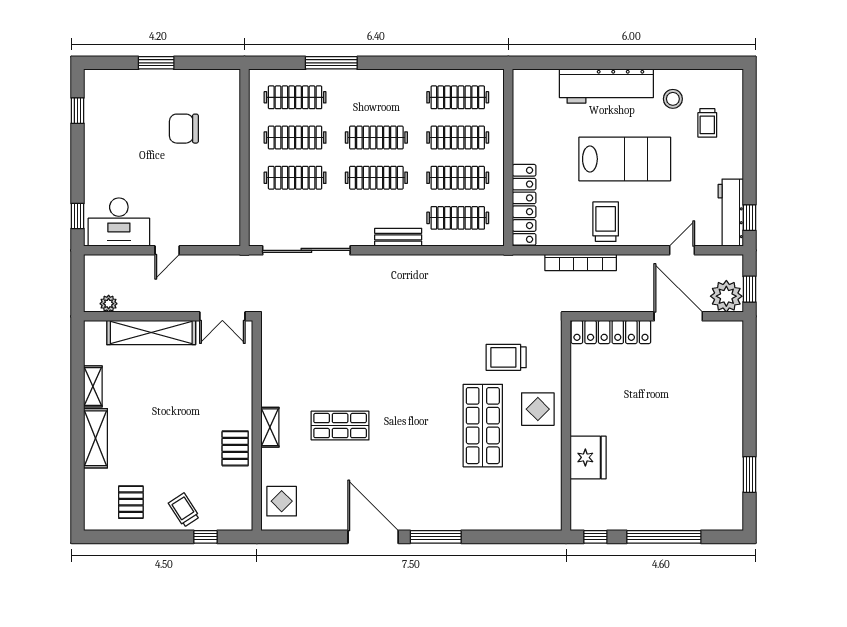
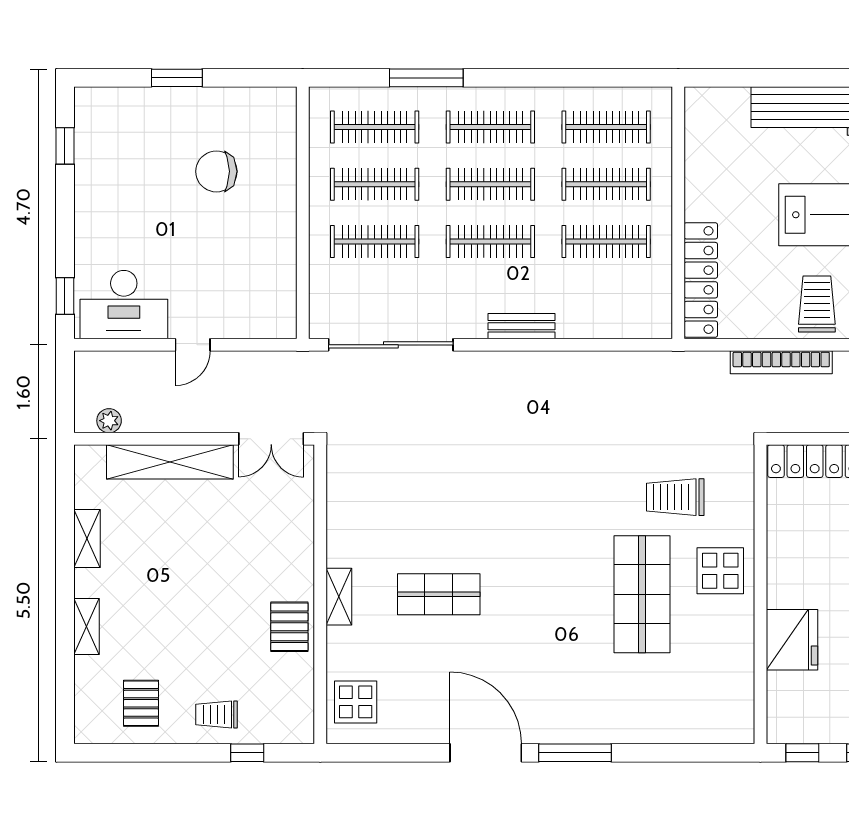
clothes rail: (458, 218) -> (490, 127), moved
shelving: (96, 438) -> (86, 626), width x0.67, depth x0.75
trolley: (184, 510) -> (217, 715), turned -57

